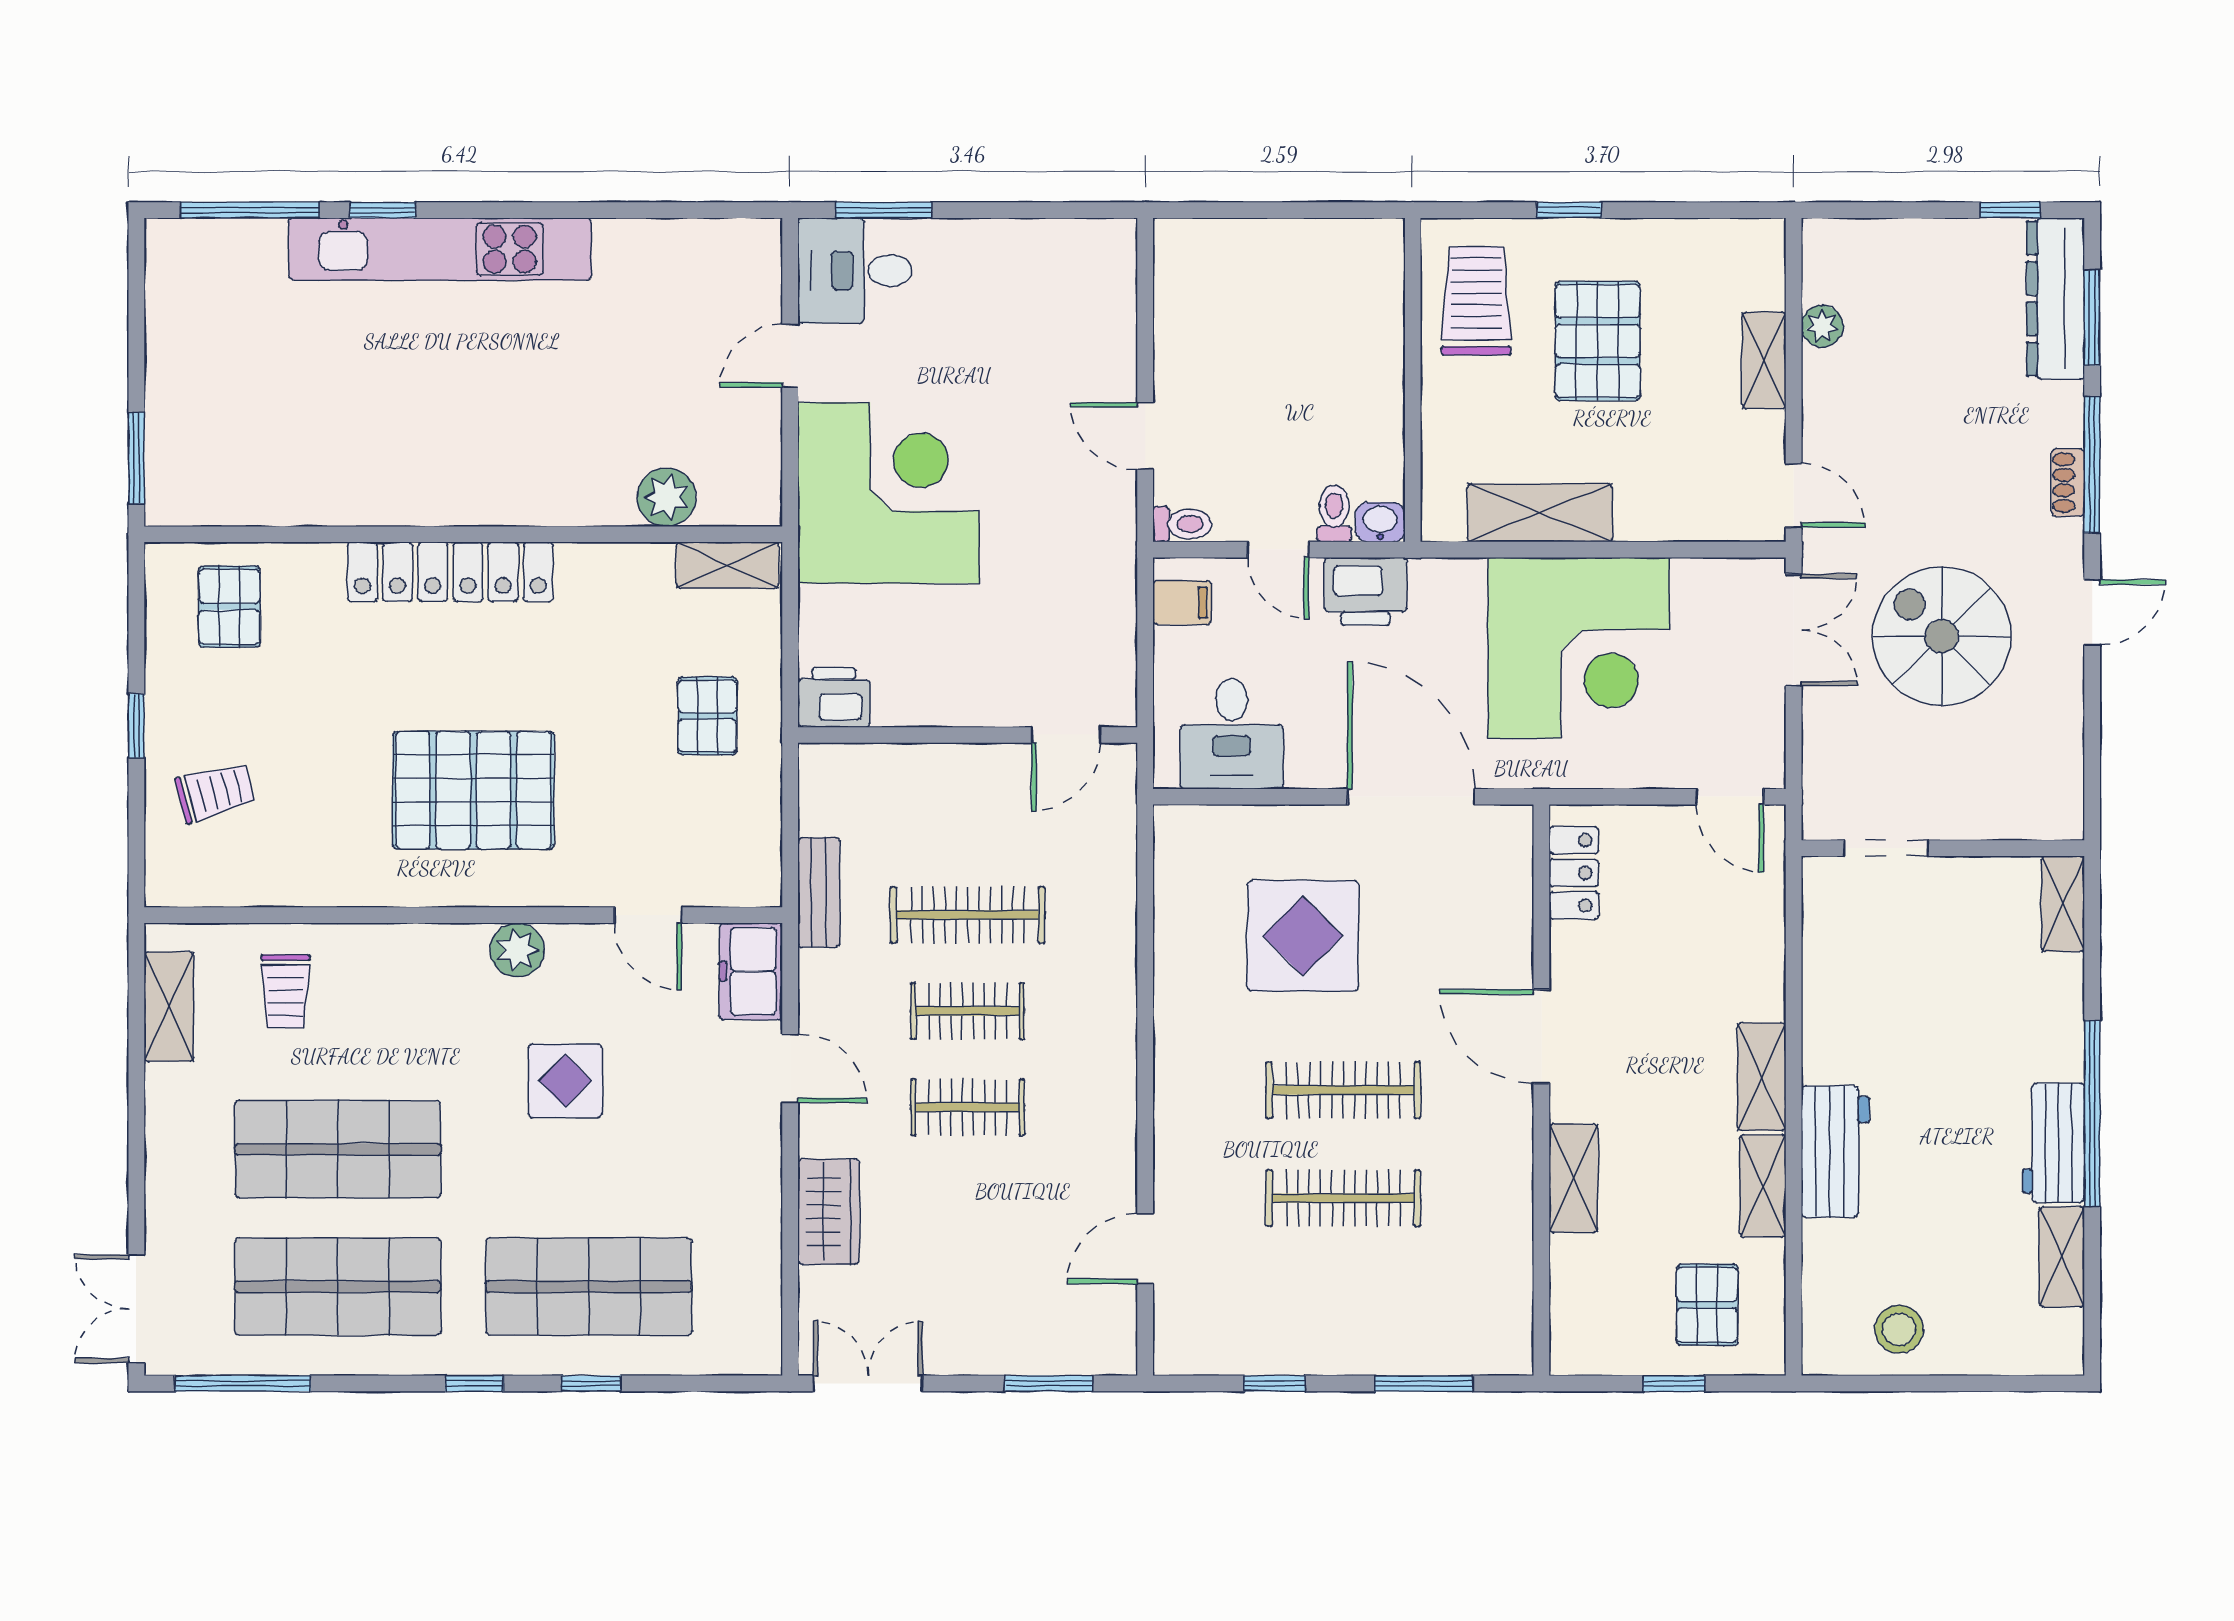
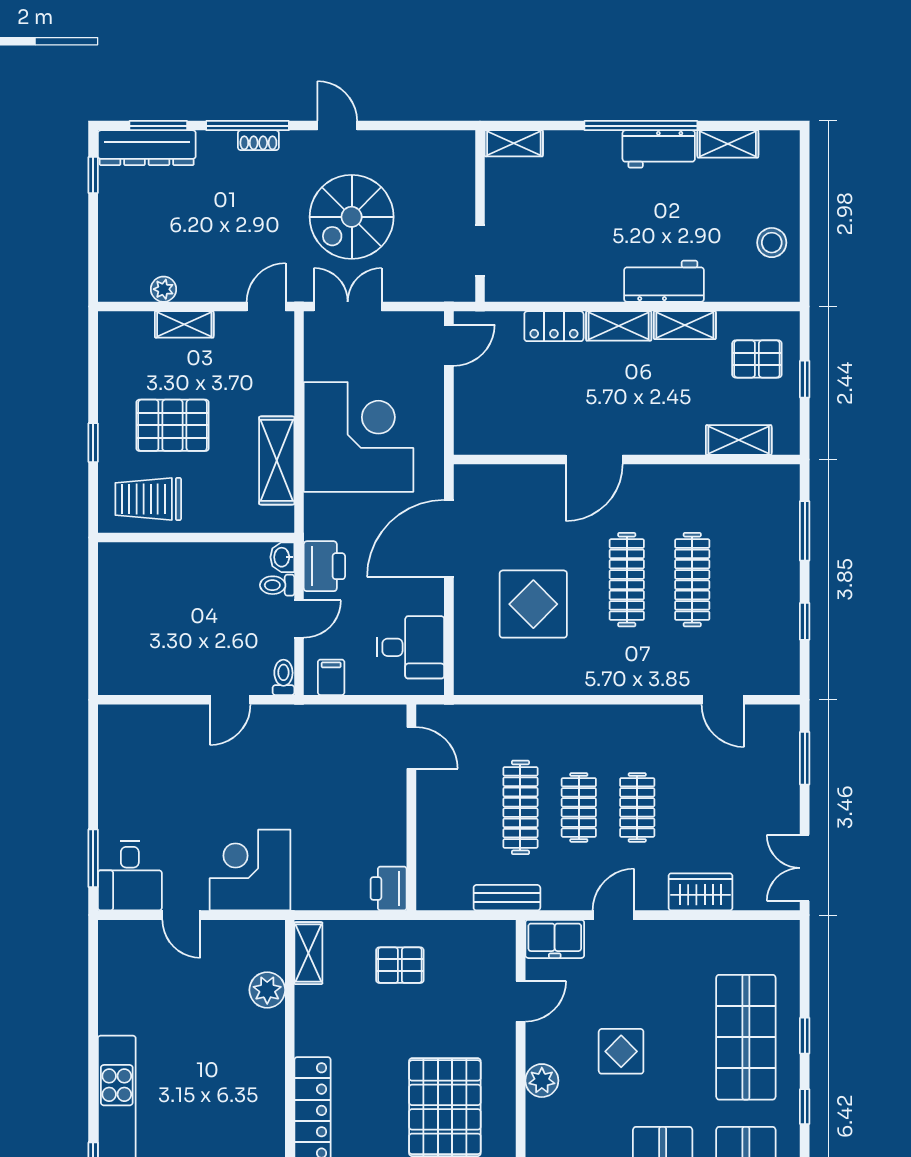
corner desk: (888, 493) -> (250, 870), width x0.74, depth x0.74
locker: (1574, 873) -> (554, 326), moved, turned 180
shelving: (1574, 1178) -> (739, 440), moved

